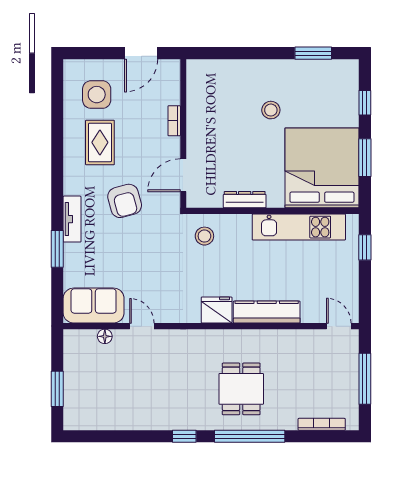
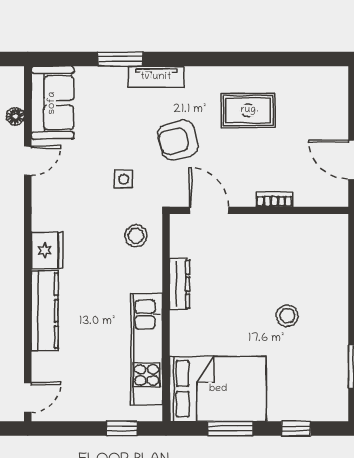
side table: (97, 95) -> (124, 179), moved, width x0.54, depth x0.54
bed: (322, 168) -> (218, 389), width x0.73

